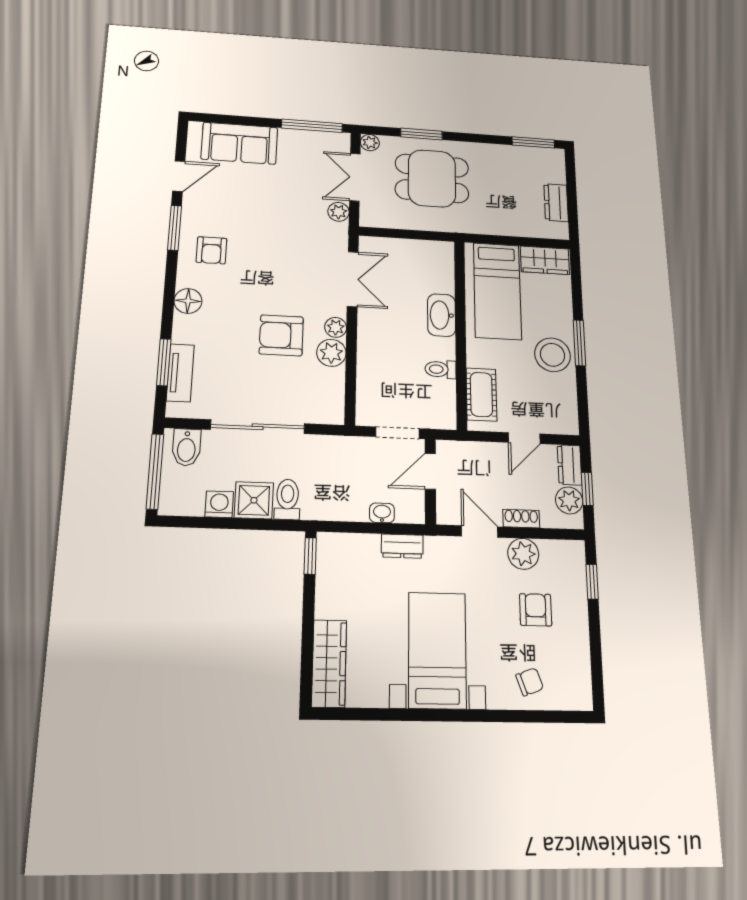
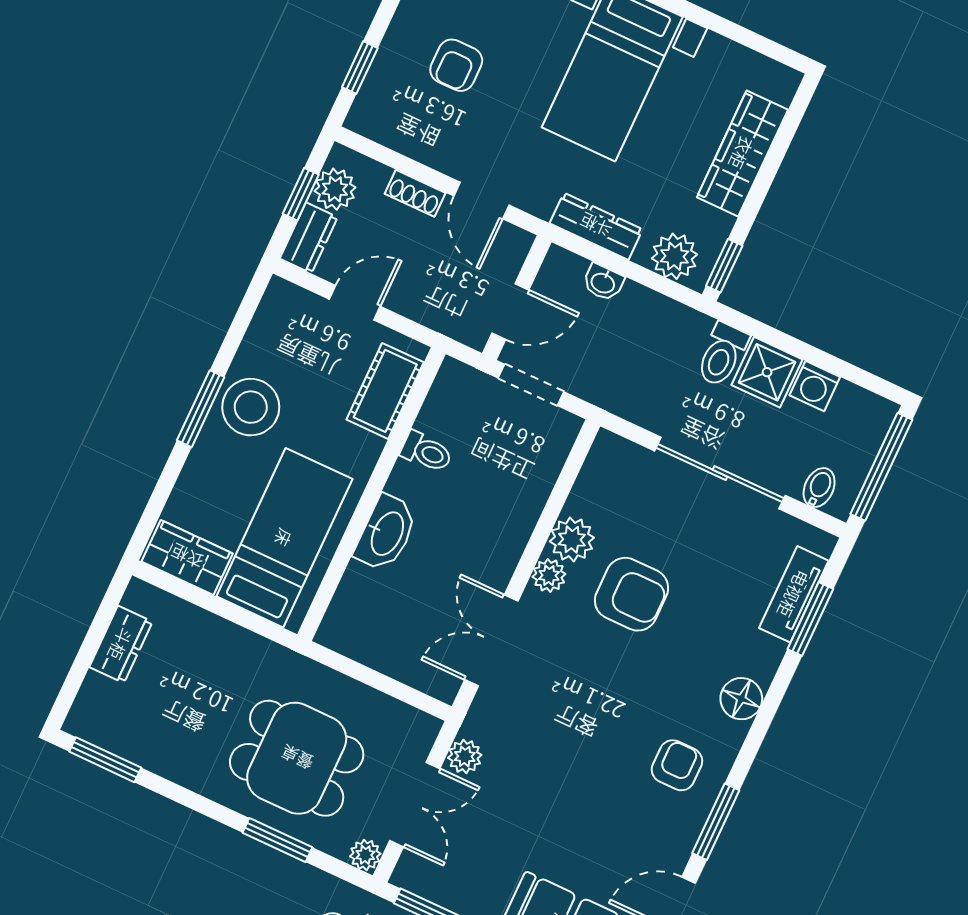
bidet: (186, 447) -> (819, 488), width x0.72, depth x0.74
dresser: (402, 546) -> (596, 226), width x1.44
plant: (523, 554) -> (675, 256), moved
wardrobe: (329, 663) -> (742, 153), moved

